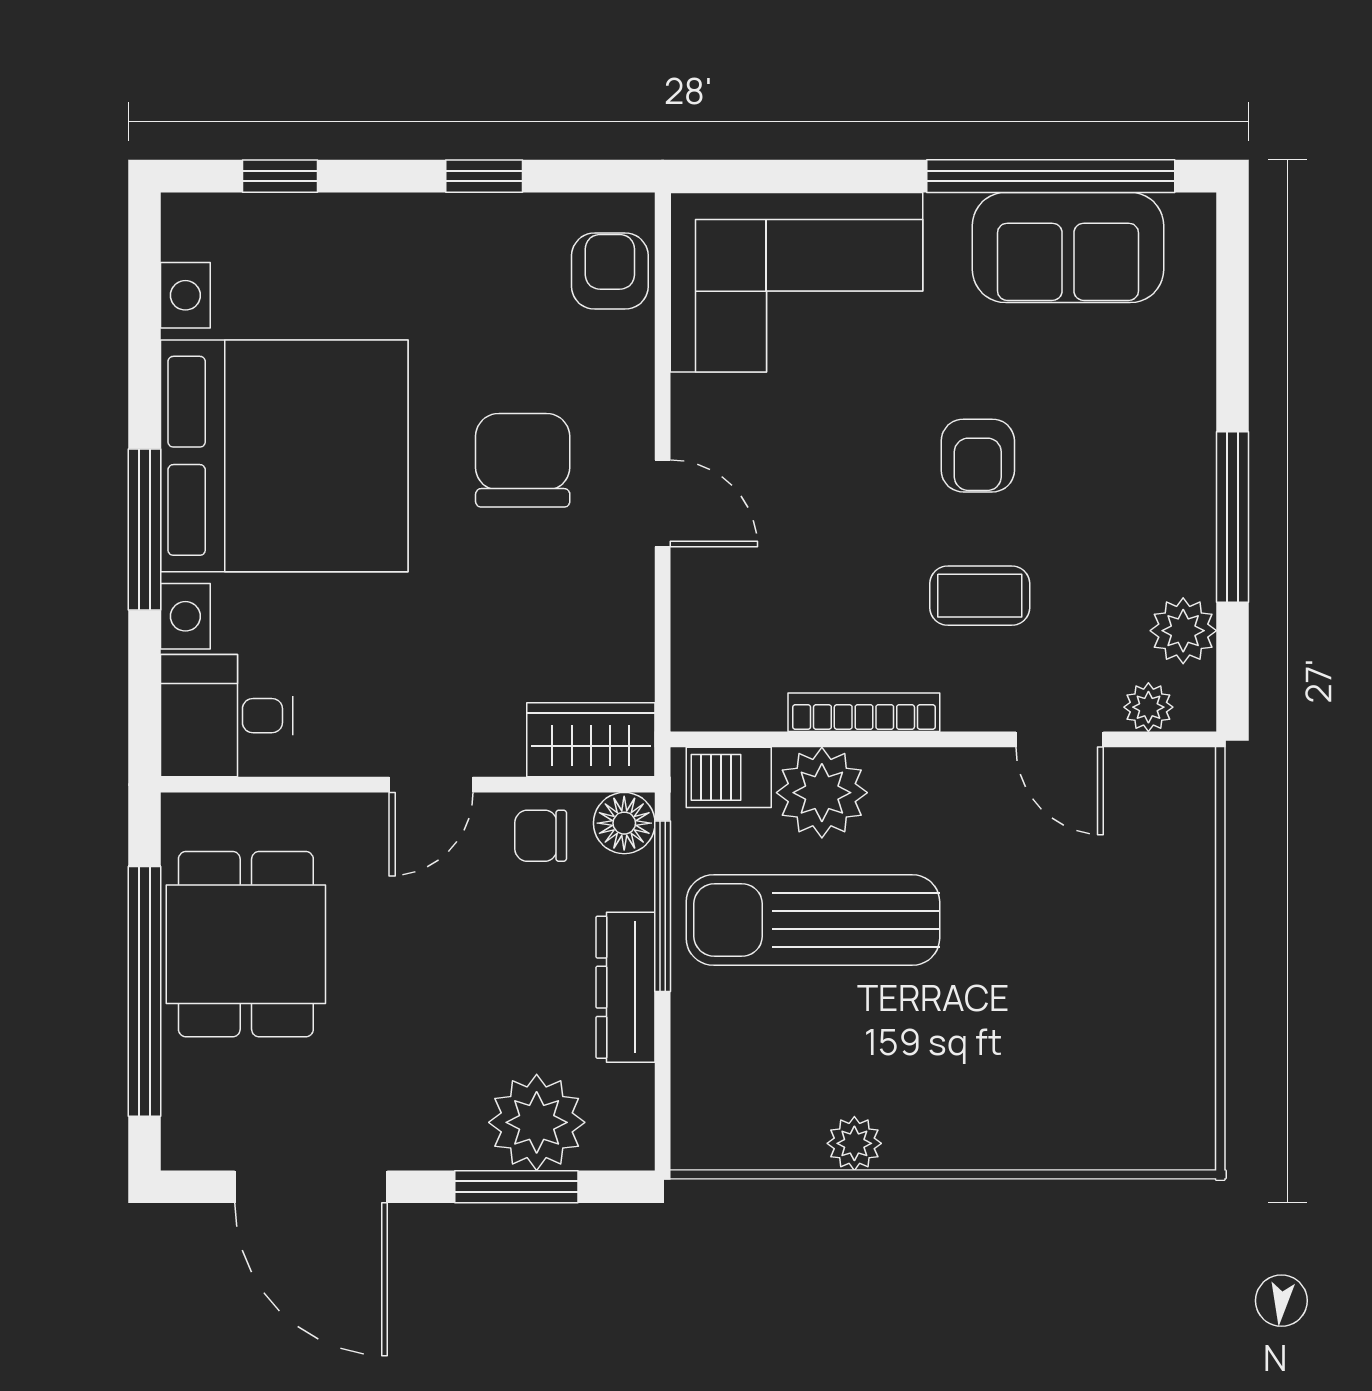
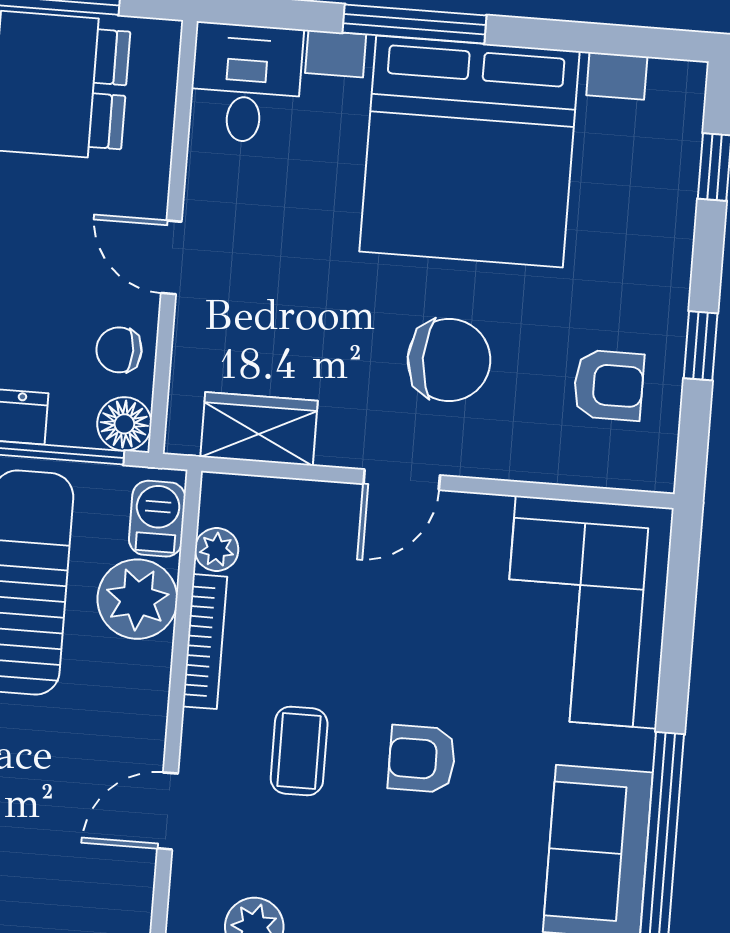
armchair: (610, 271) -> (609, 385), moved
plant: (1148, 707) -> (217, 549), moved
wardrobe: (591, 740) -> (259, 429), moved, turned -90
chair: (541, 836) -> (119, 350), turned -90

